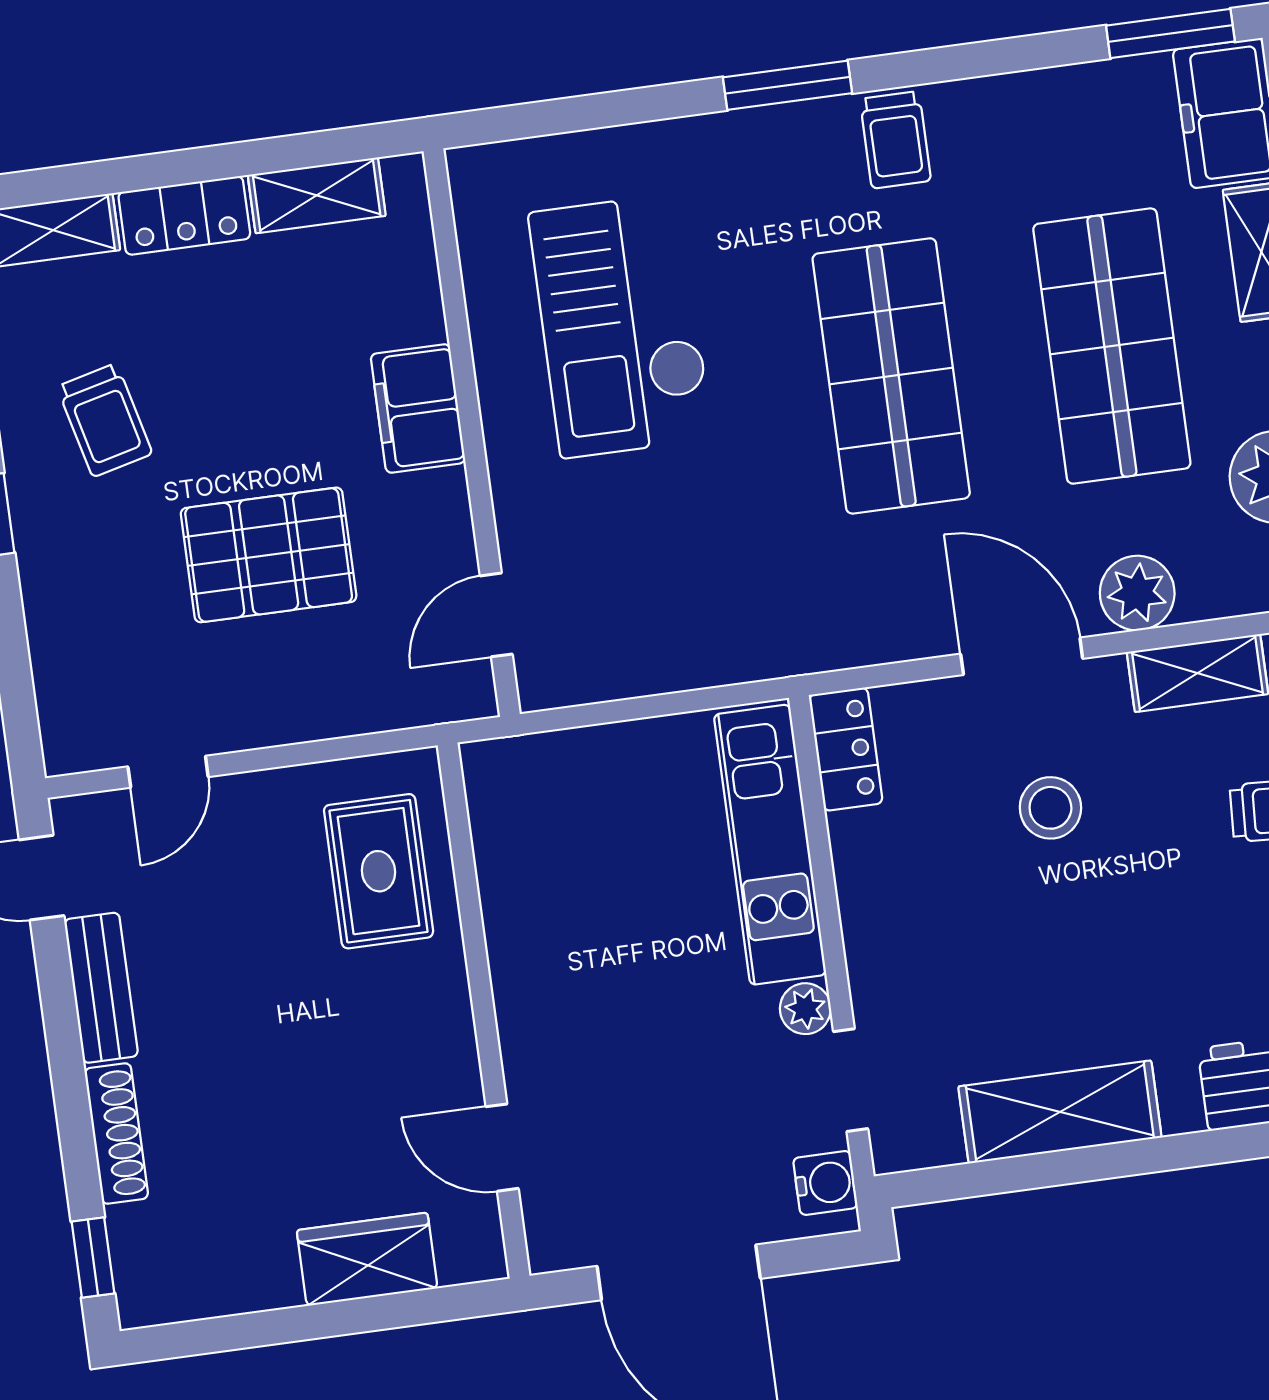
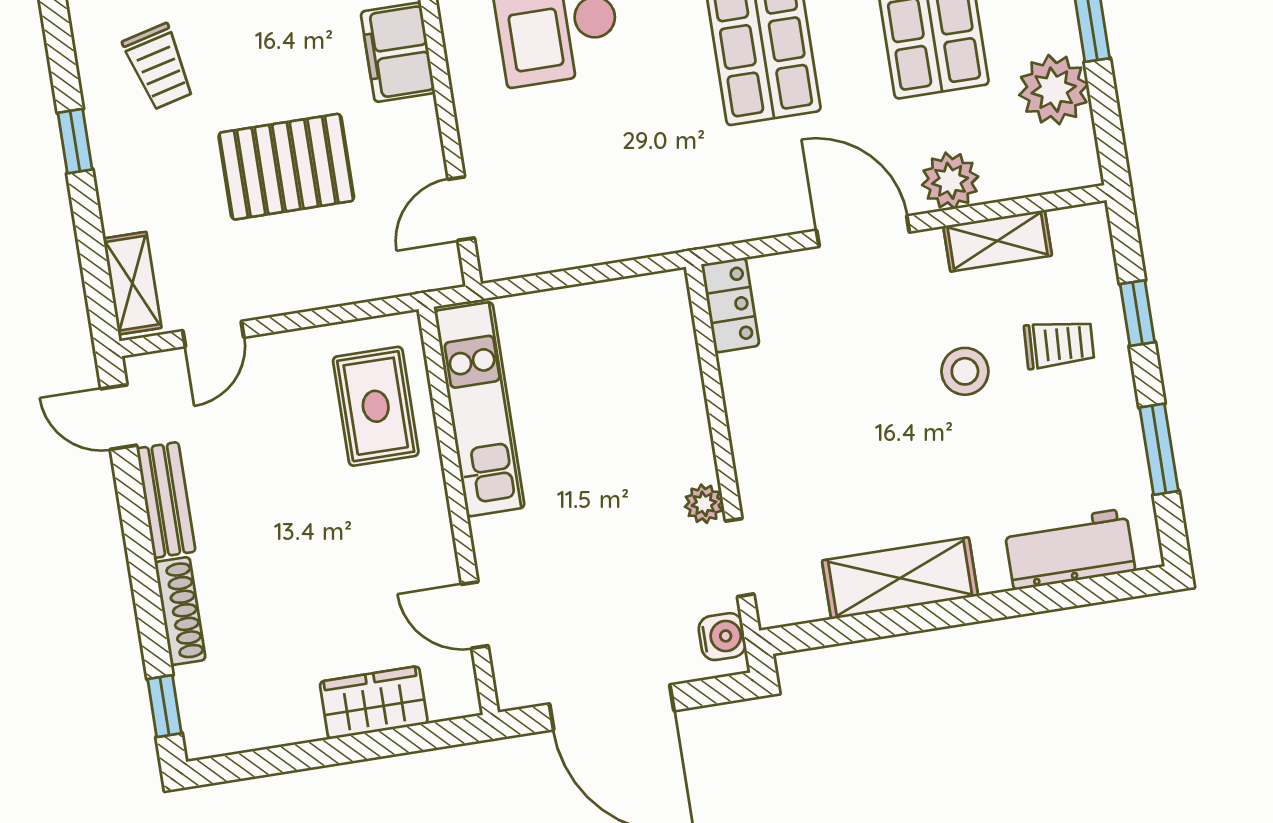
shelving: (64, 703) -> (132, 283), added
stool: (1050, 808) -> (965, 371), moved
kitchen unit: (770, 845) -> (480, 409), moved, turned 180

